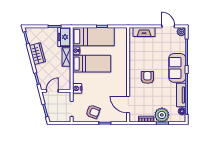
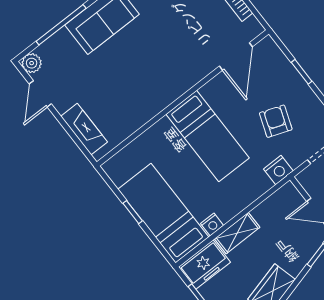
bed: (92, 64) -> (208, 136), moved, turned 180
armchair: (147, 77) -> (161, 60), removed
armchair: (93, 112) -> (276, 121), moved

